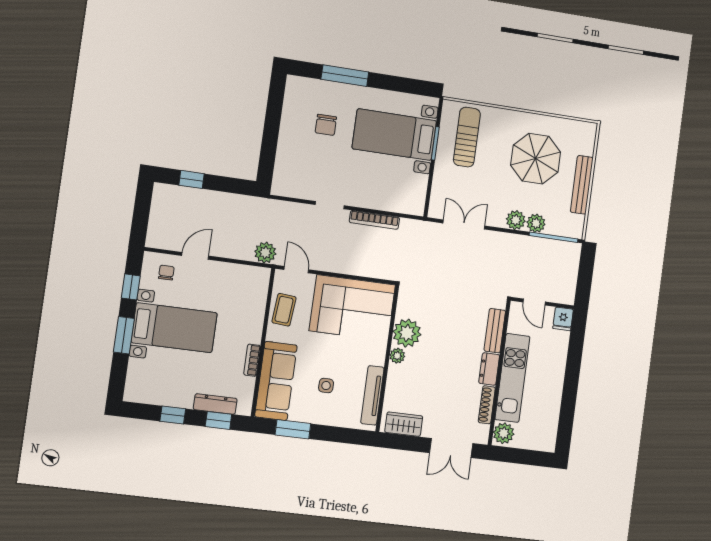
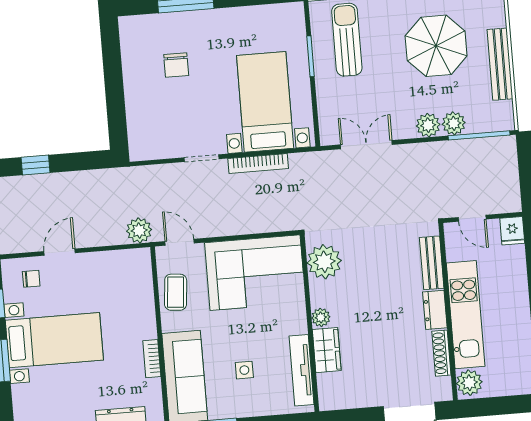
bed with nightstands: (394, 135) -> (265, 102), moved, turned 90
chair: (166, 273) -> (31, 279), turned 90
plant: (407, 333) -> (324, 262), moved
wardrobe: (404, 424) -> (327, 350), moved, turned 90

